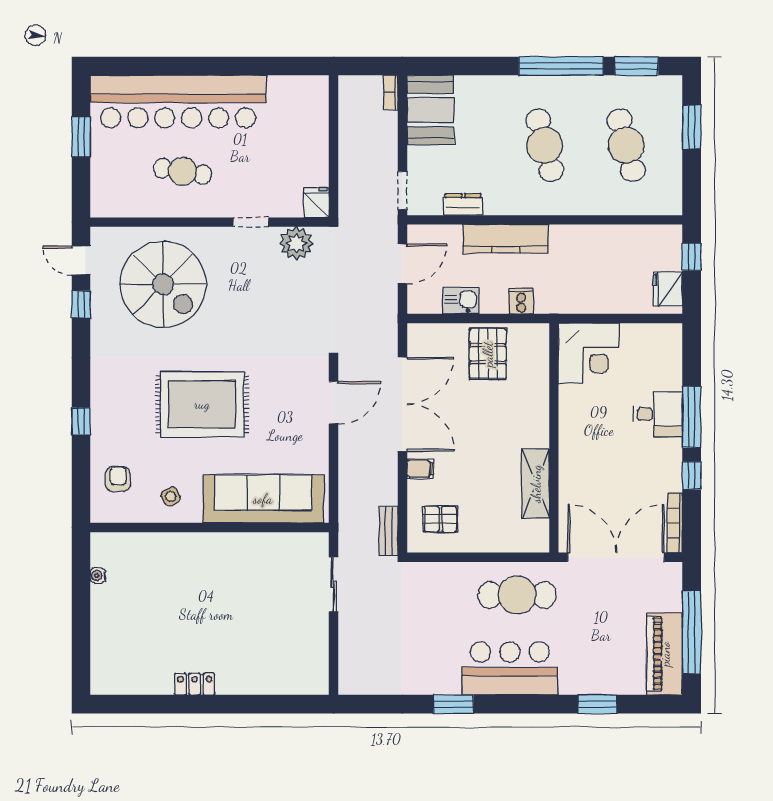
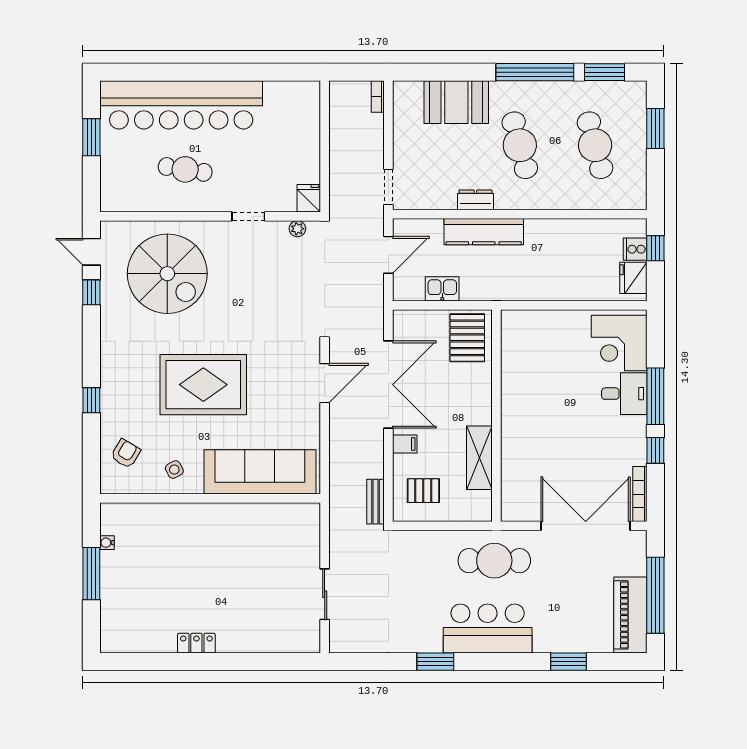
booth: (430, 110) -> (456, 102), moved, turned 90
dresser: (463, 204) -> (476, 200), moved
plant: (296, 243) -> (297, 229), width x0.53, depth x0.53
cooker: (521, 301) -> (635, 249), moved, turned -90
corner desk: (589, 353) -> (619, 343), moved, turned 90
wall: (554, 438) -> (496, 416), moved
armchair: (118, 479) -> (126, 454), turned 31
shelving: (536, 484) -> (479, 458), moved
sliding door: (334, 584) -> (325, 594), moved
window: (81, 609) -> (91, 574), added

